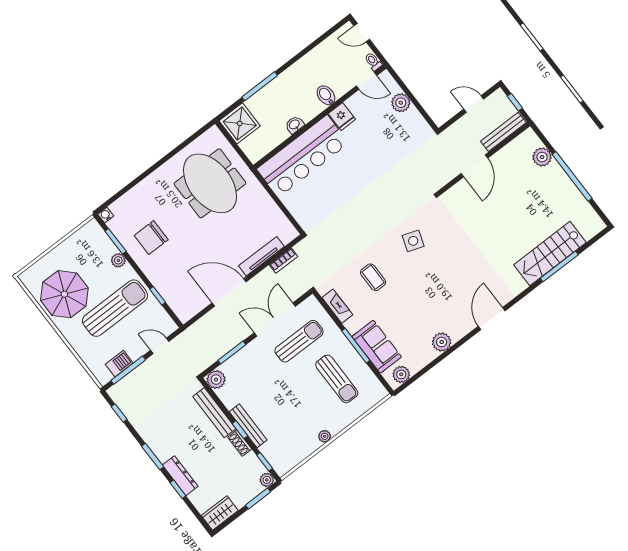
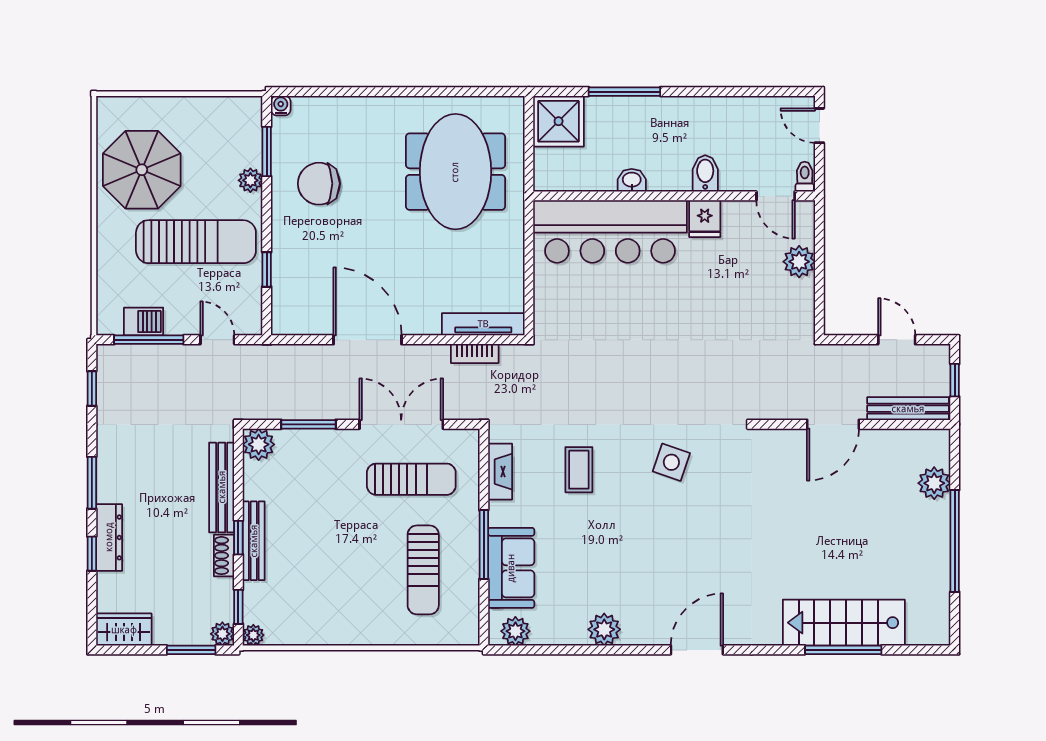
tv unit: (261, 256) -> (483, 324), moved
plant: (325, 436) -> (253, 635), moved

